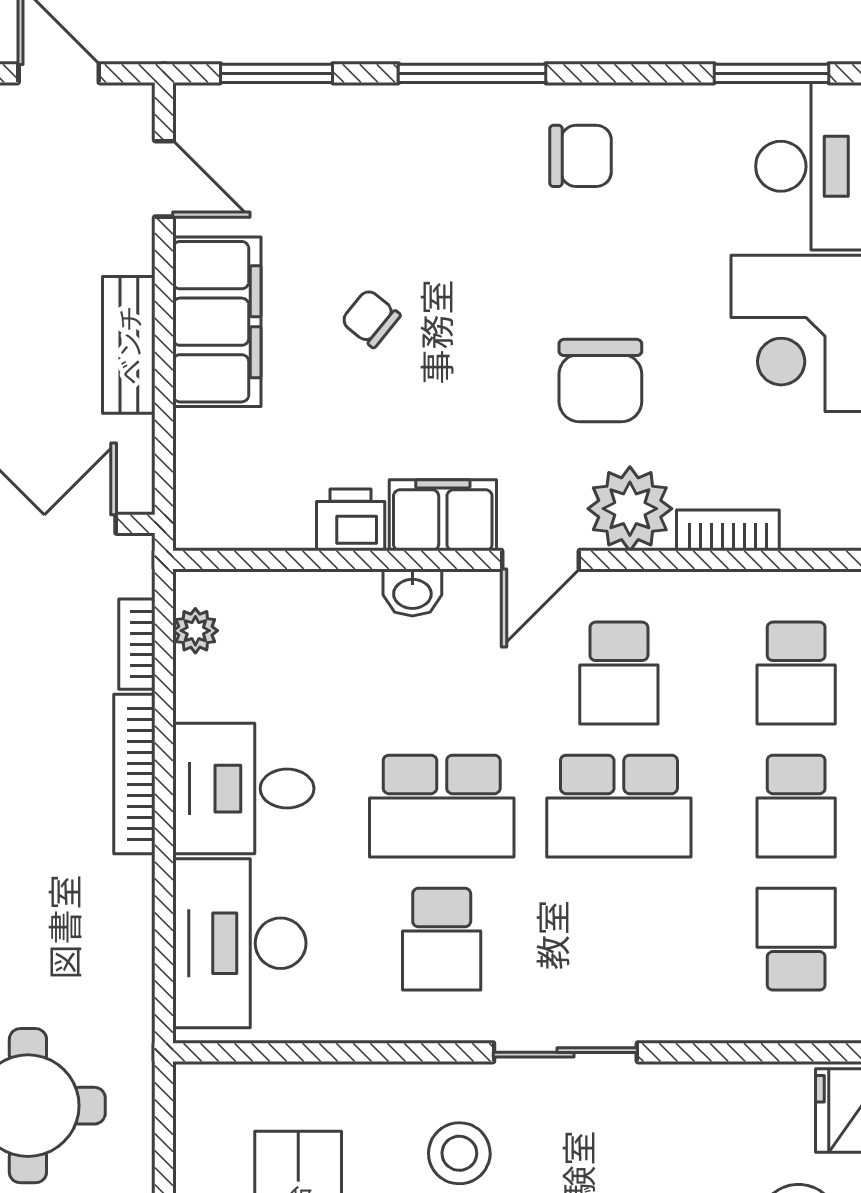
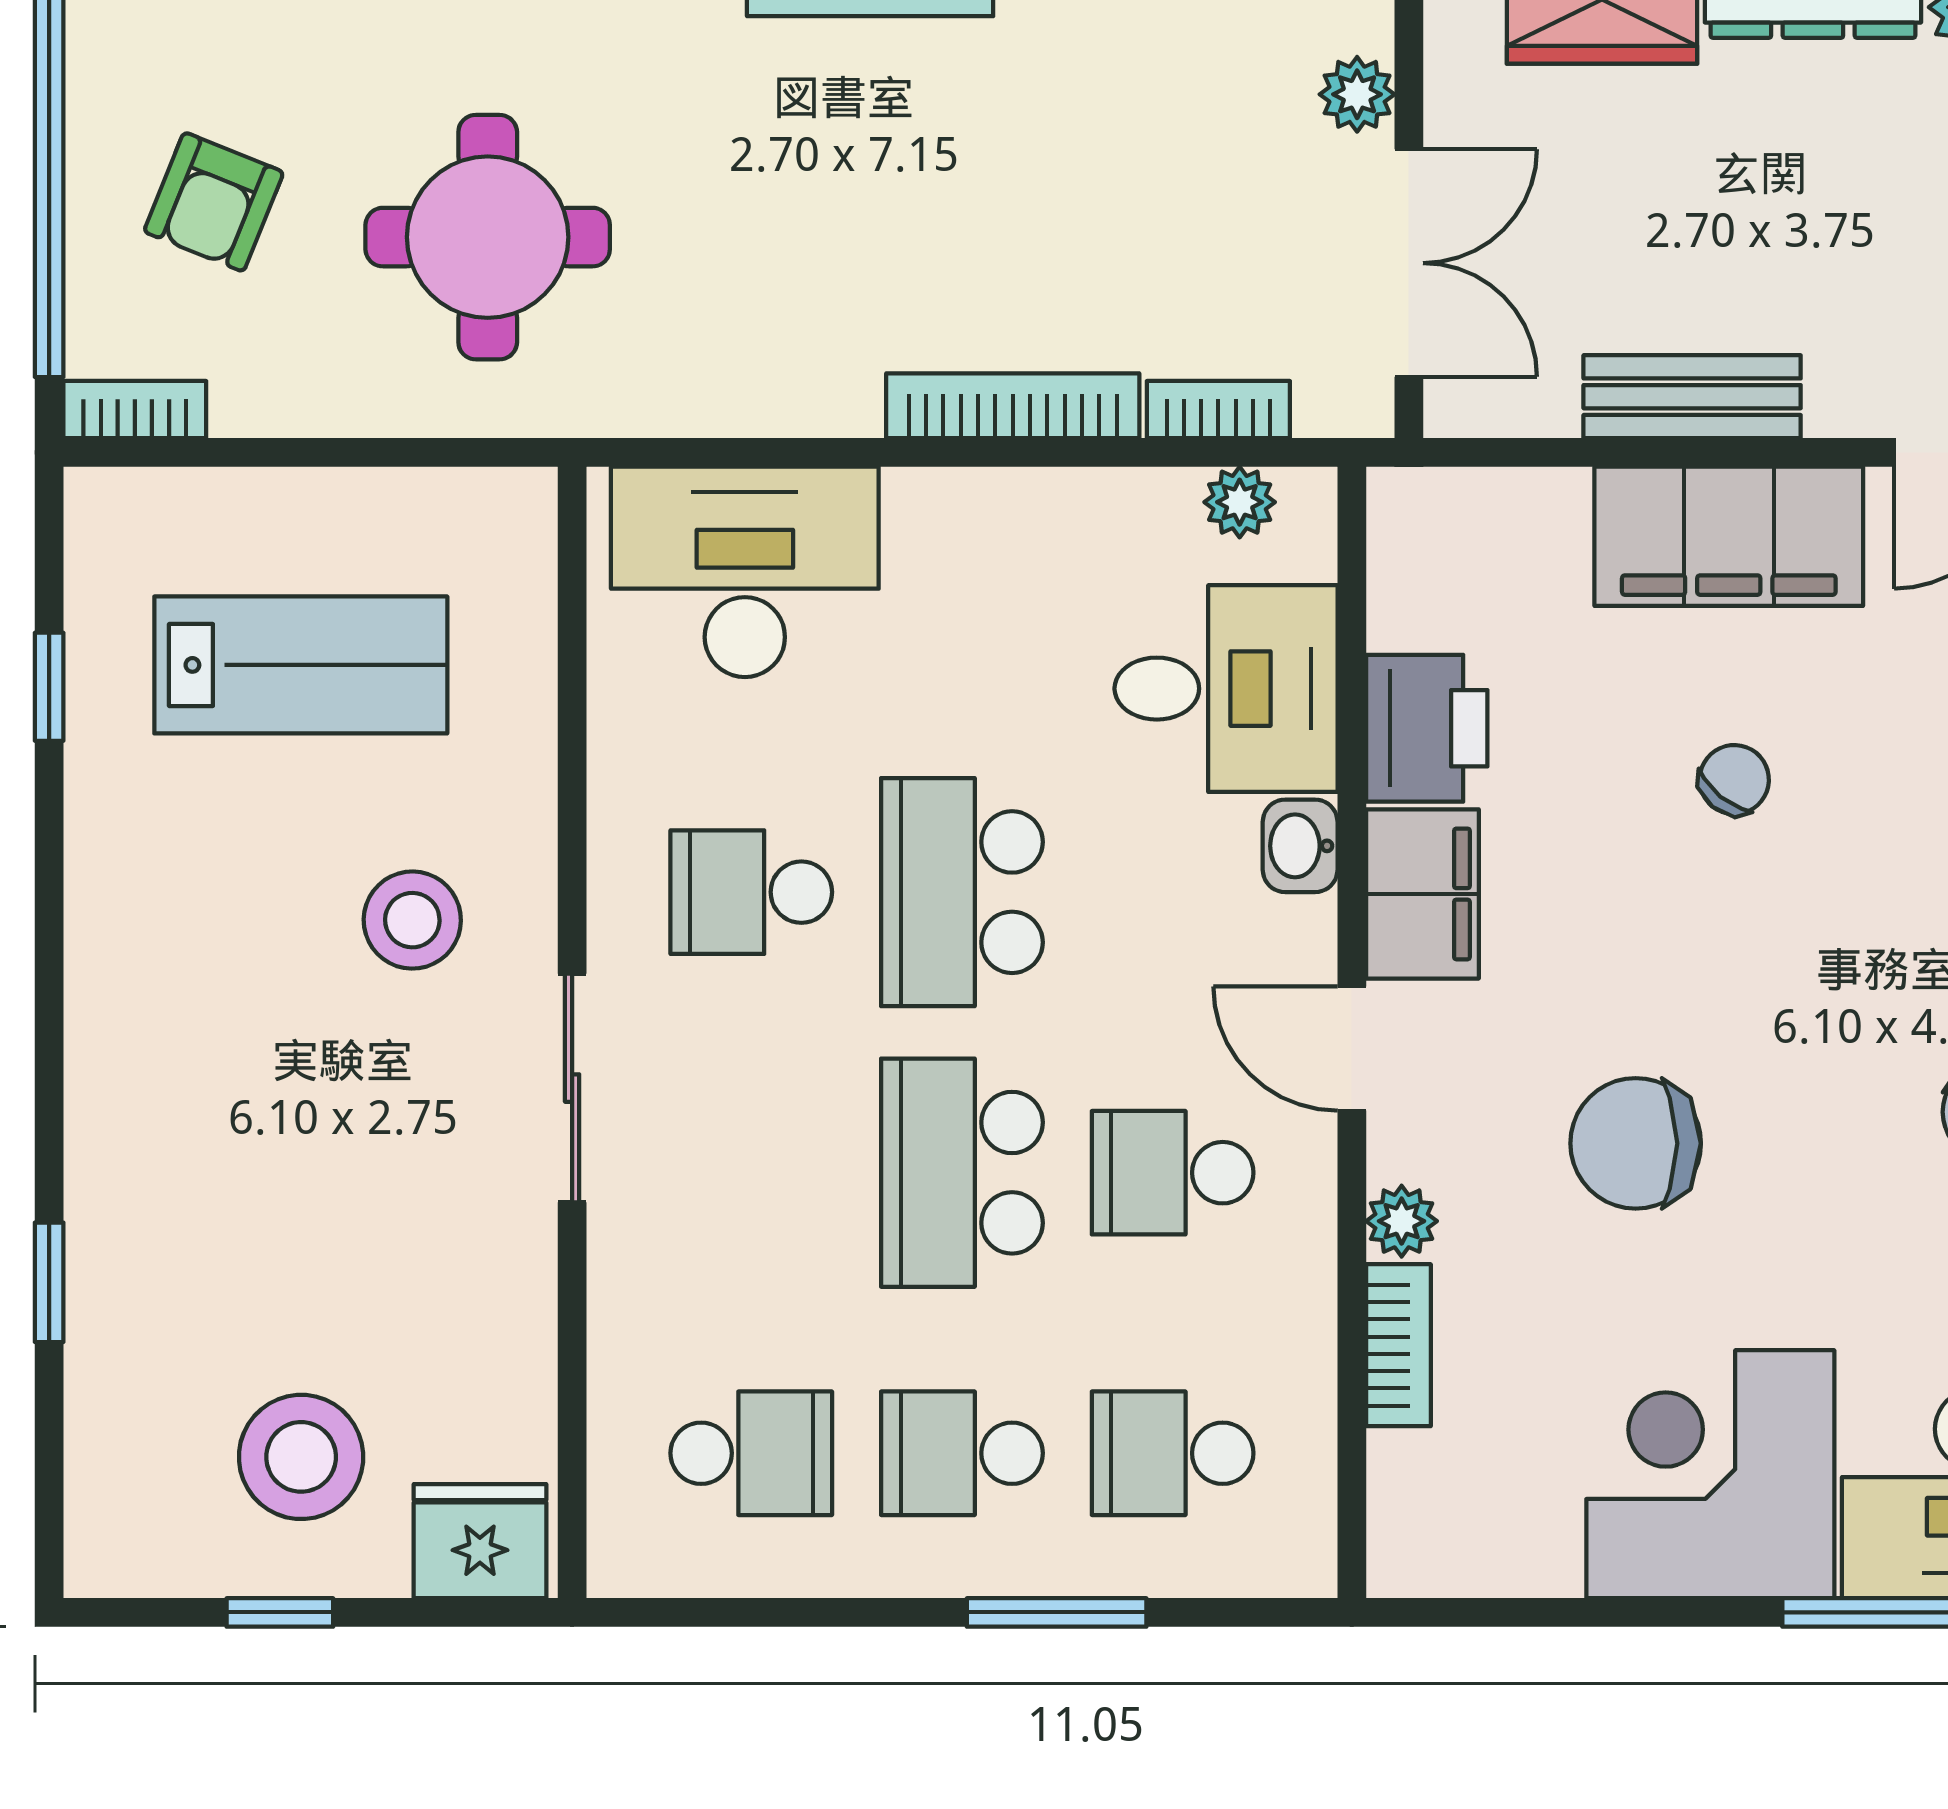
plant: (630, 509) -> (1402, 1221), width x0.53, depth x0.53
printer: (351, 520) -> (1427, 728), width x1.36, depth x1.24
desk: (243, 789) -> (1226, 689), moved, turned 90

